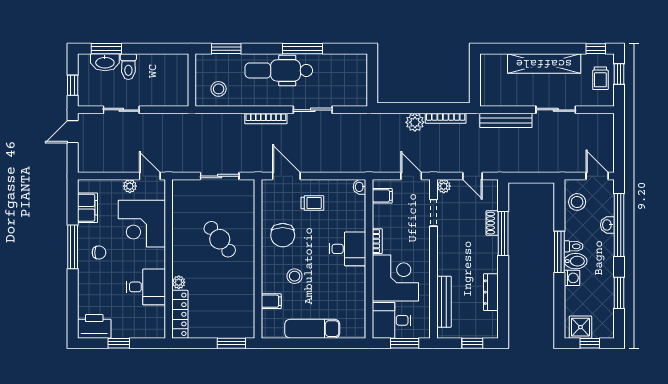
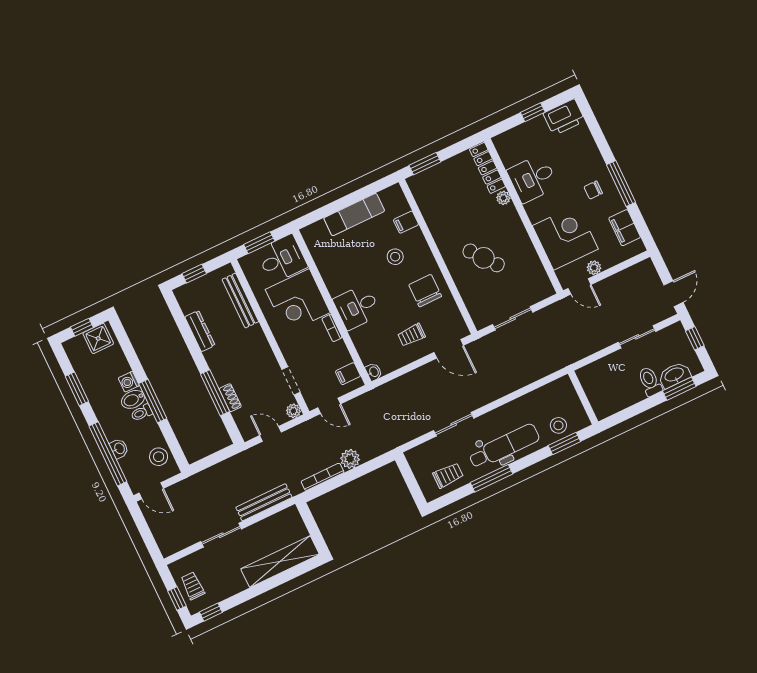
shelving: (544, 63) -> (280, 562), moved
trolley: (338, 69) -> (448, 475), added
stool: (219, 89) -> (558, 425), moved
bookcase: (266, 119) -> (495, 395), removed

